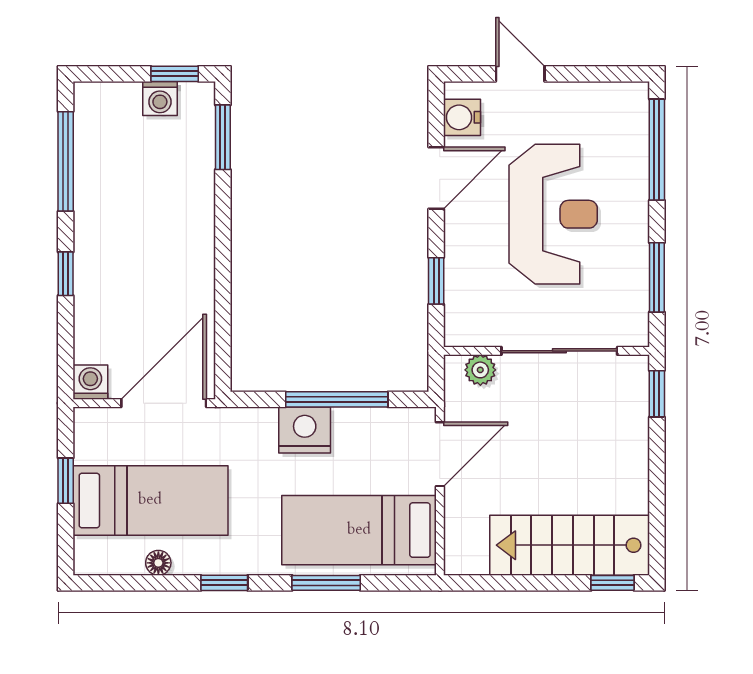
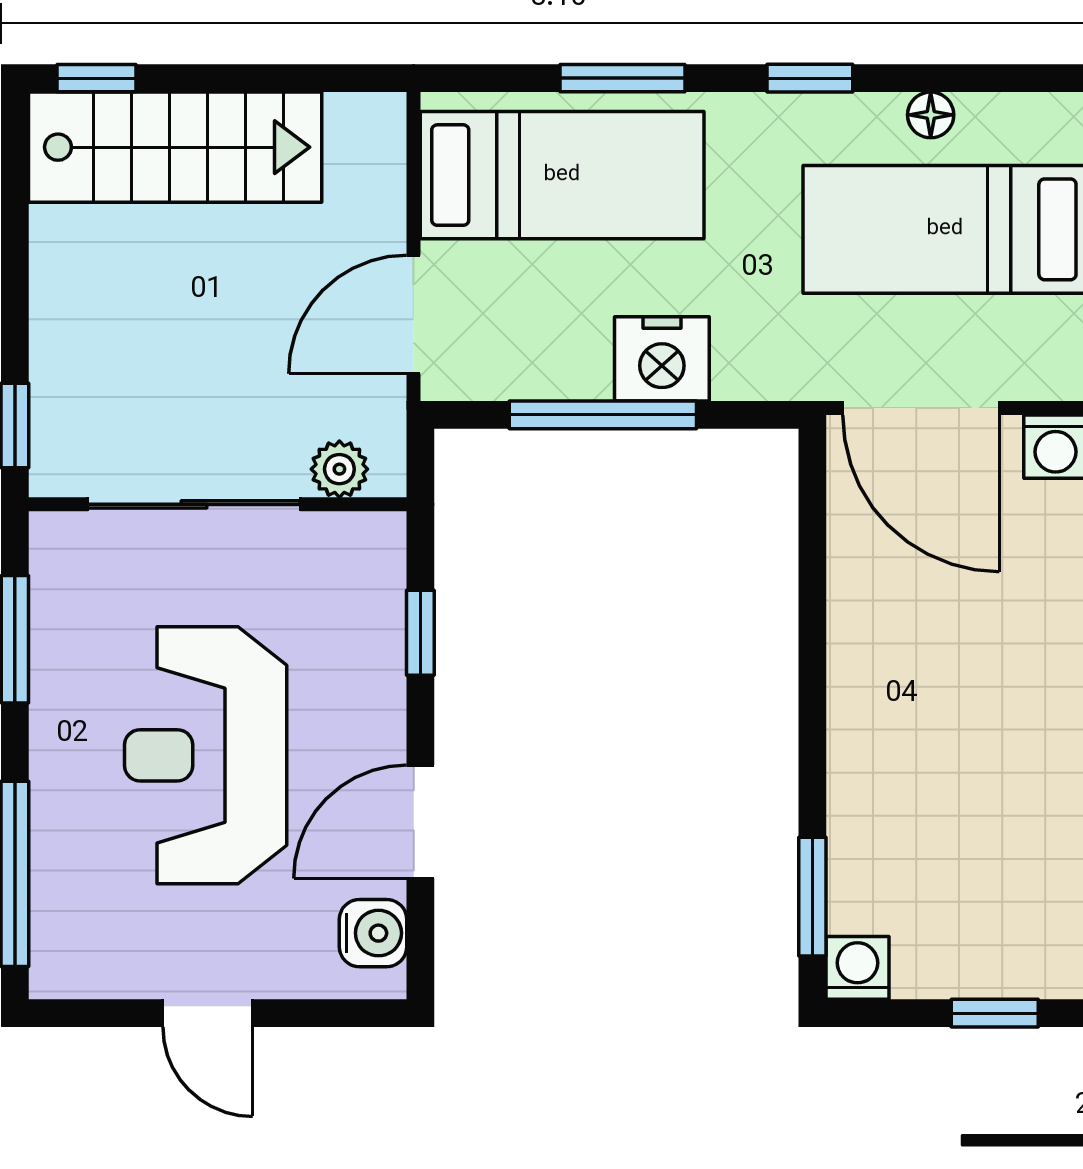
window: (175, 74) -> (995, 1013), moved
door: (520, 74) -> (208, 1013), moved
washing machine: (160, 98) -> (857, 968), moved
door: (164, 403) -> (921, 408), hinge flipped

